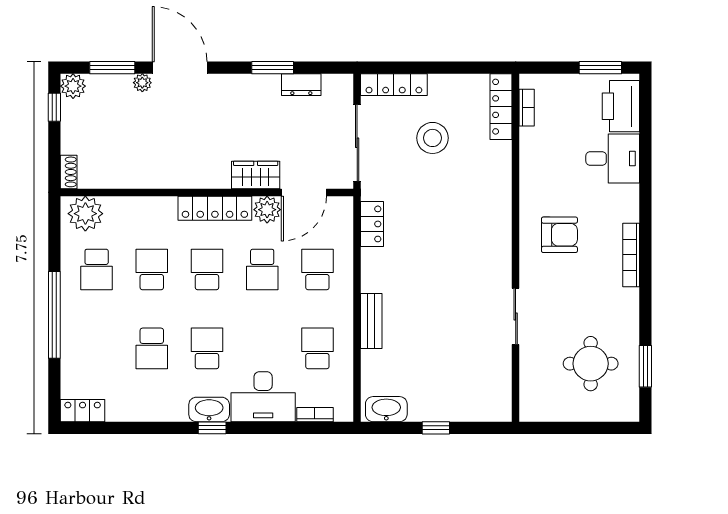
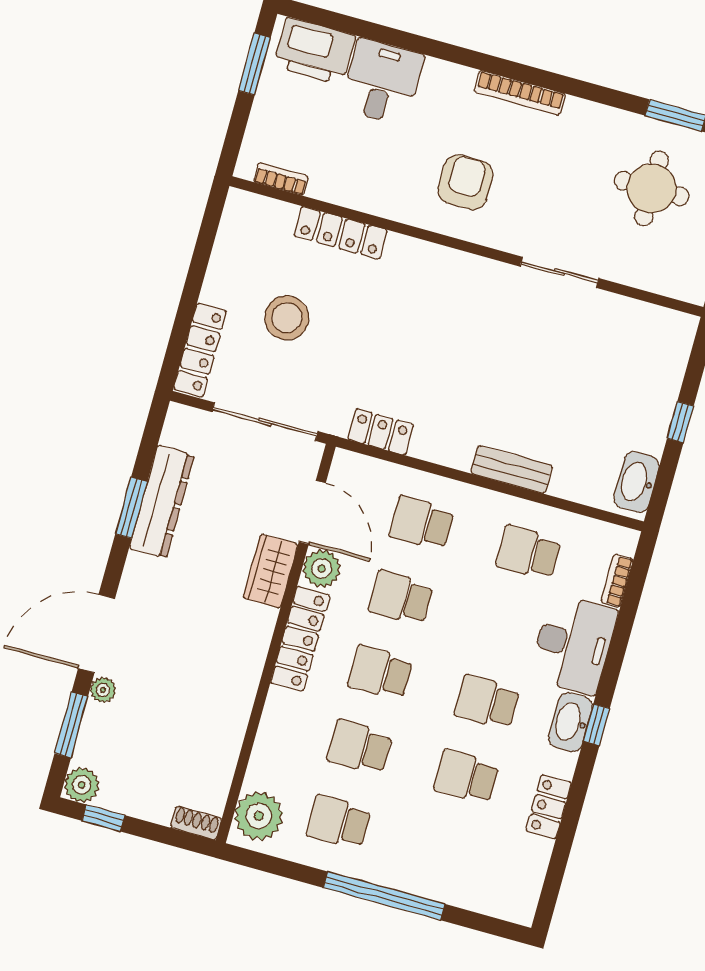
dresser: (301, 85) -> (162, 502), width x1.96, depth x1.24
locker: (501, 107) -> (341, 233), moved
school desk: (97, 269) -> (339, 822), turned 180
school desk: (262, 269) -> (401, 598), turned 180
school desk: (152, 348) -> (466, 777), turned 180
locker: (83, 411) -> (549, 807), moved

